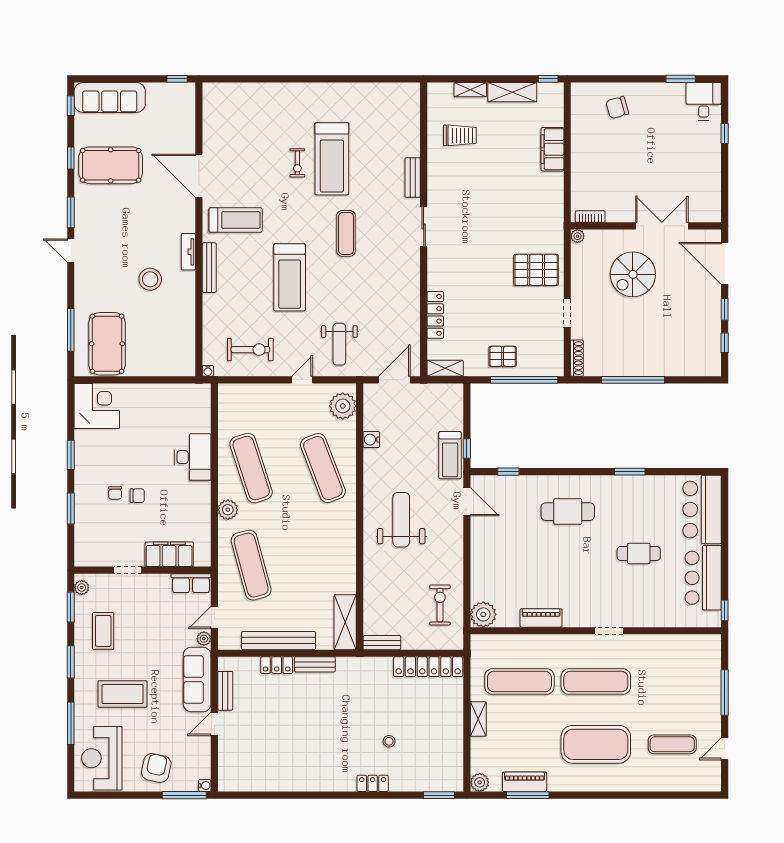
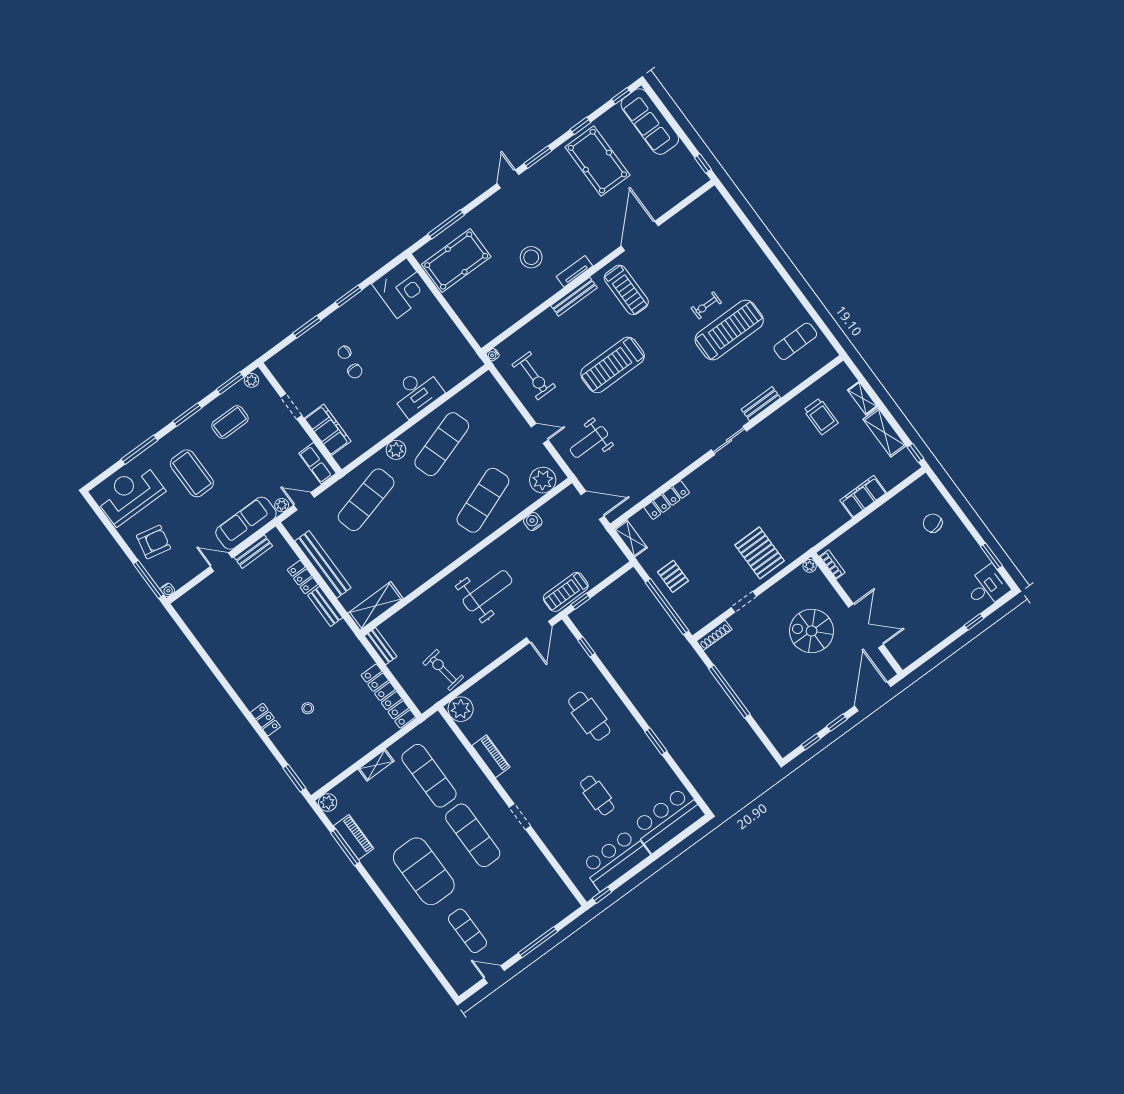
treadmill: (332, 159) -> (729, 330), turned 180
exercise mat: (346, 233) -> (795, 341), moved
exercise bike: (440, 605) -> (443, 670), turned -98

